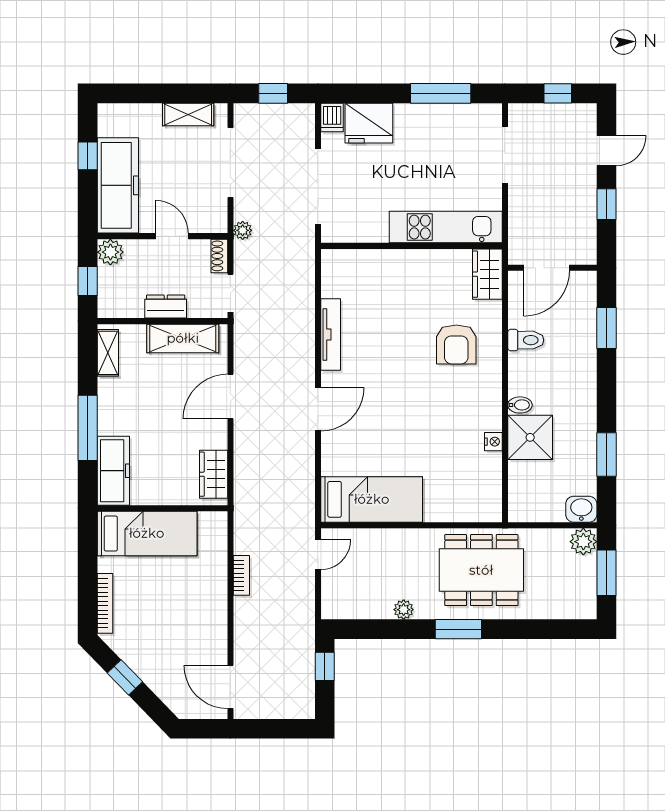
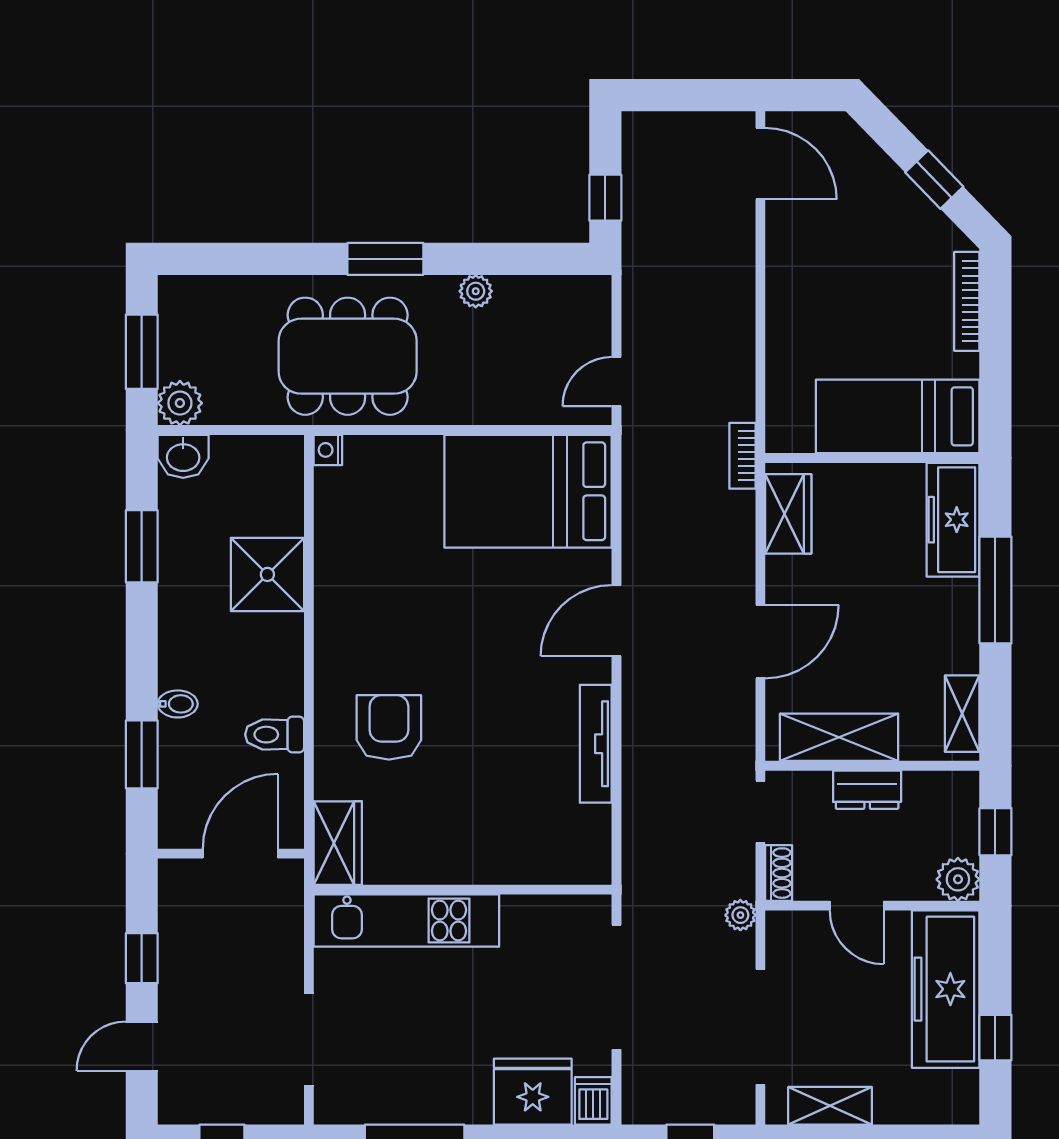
bidet: (520, 405) -> (178, 704), moved, turned 180
nightstand: (493, 442) -> (328, 450), moved
bed: (372, 499) -> (528, 491), width x1.50
bookcase: (241, 575) -> (742, 456), moved

